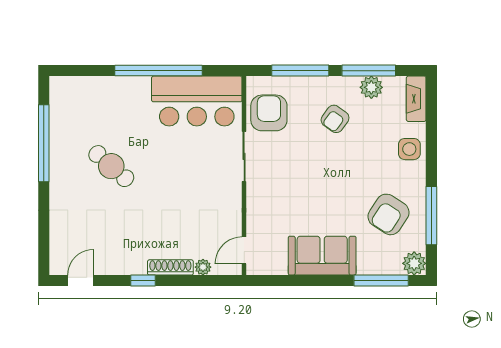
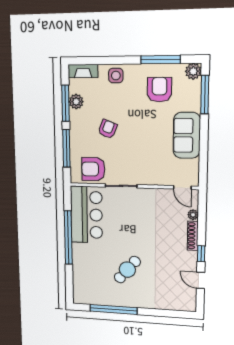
armchair: (335, 119) -> (108, 129), moved, turned -104
armchair: (389, 214) -> (159, 90), turned -123
door: (81, 281) -> (201, 280), moved

